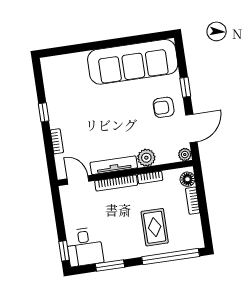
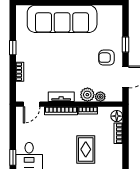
sofa: (133, 62) -> (62, 19), moved
plant: (185, 155) -> (100, 97), moved
tv unit: (114, 165) -> (61, 97), width x0.71
door: (78, 180) -> (32, 104), swing flipped

